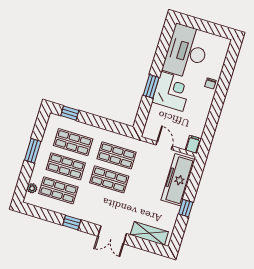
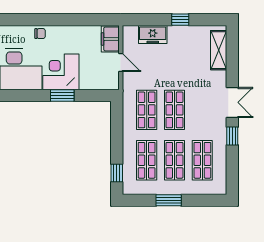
filing cabinet: (193, 144) -> (110, 39), width x2.00
door: (164, 145) -> (121, 63), swing flipped
freezer: (178, 180) -> (153, 35), width x0.52, depth x0.79
plant: (32, 188) -> (209, 189), removed
double door: (112, 235) -> (232, 102), moved

